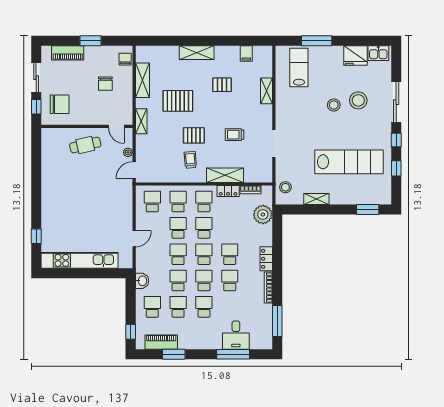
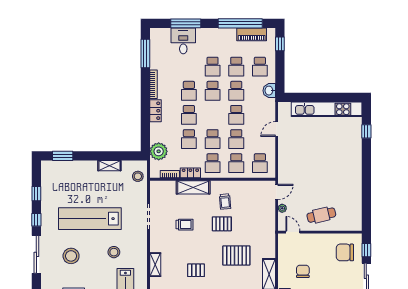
stool: (334, 105) -> (114, 252), moved
shelving: (141, 121) -> (270, 237), removed
lab bench: (349, 162) -> (90, 219), moved
school desk: (204, 254) -> (189, 139), moved
window: (174, 354) -> (240, 23), width x2.11

